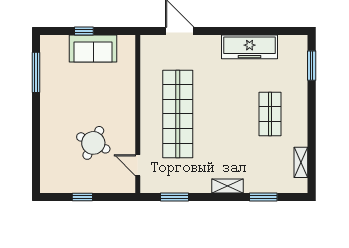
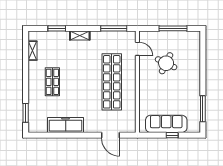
sofa: (93, 49) -> (166, 124), width x1.36
window: (82, 197) -> (173, 28), width x2.17
window: (175, 197) -> (114, 28), width x1.44

